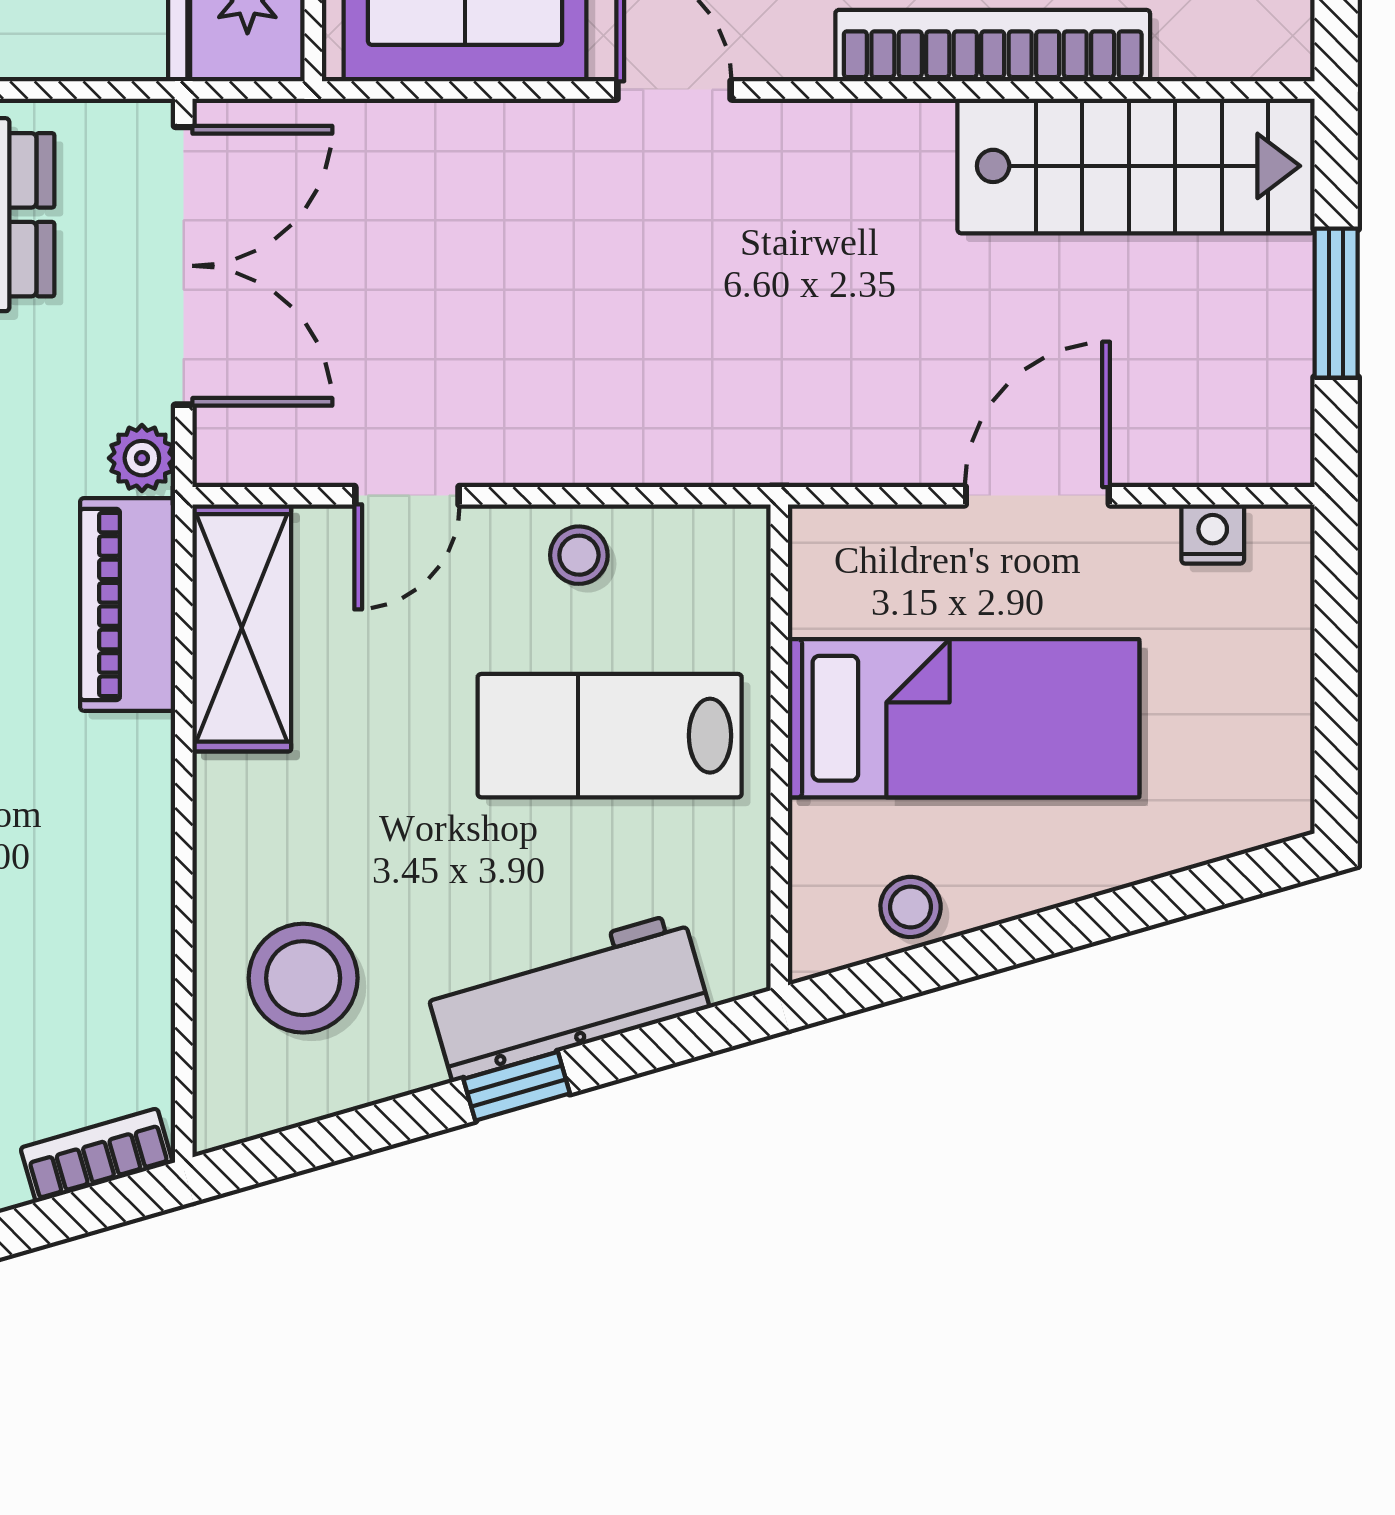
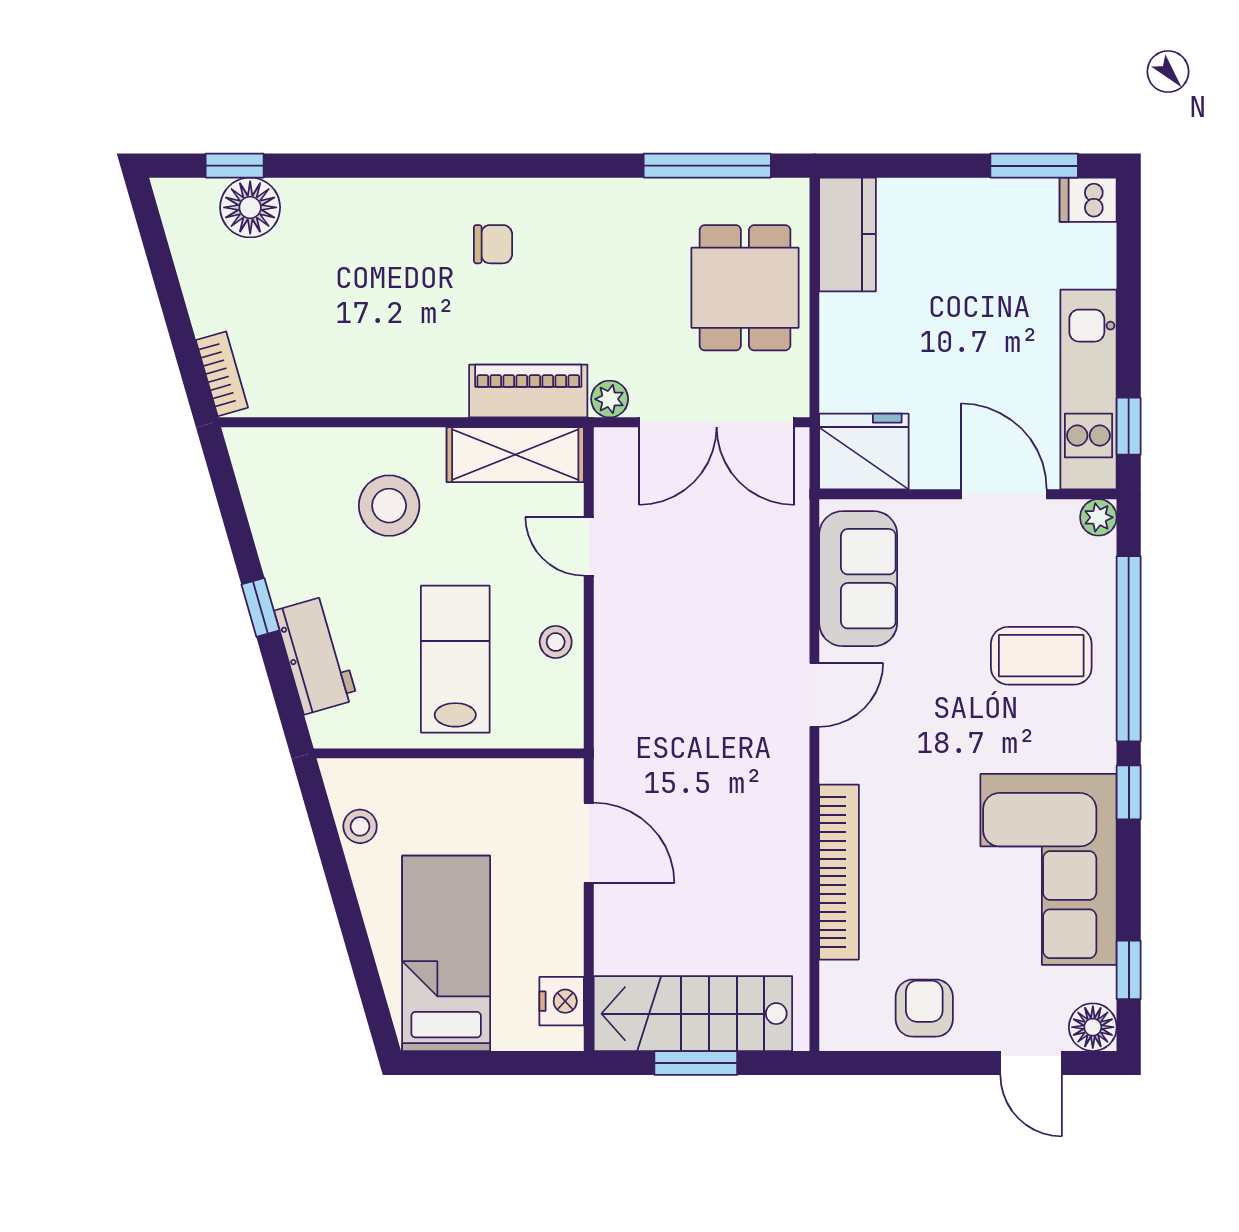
stairs: (1136, 166) -> (693, 1014), moved, turned 90
door: (1037, 496) -> (589, 843), moved
nightstand: (1213, 534) -> (562, 1001), width x1.39, depth x1.35
bed: (964, 718) -> (446, 953), moved, turned 180
stool: (303, 978) -> (389, 506), moved
workbench: (567, 997) -> (316, 655), width x0.73

